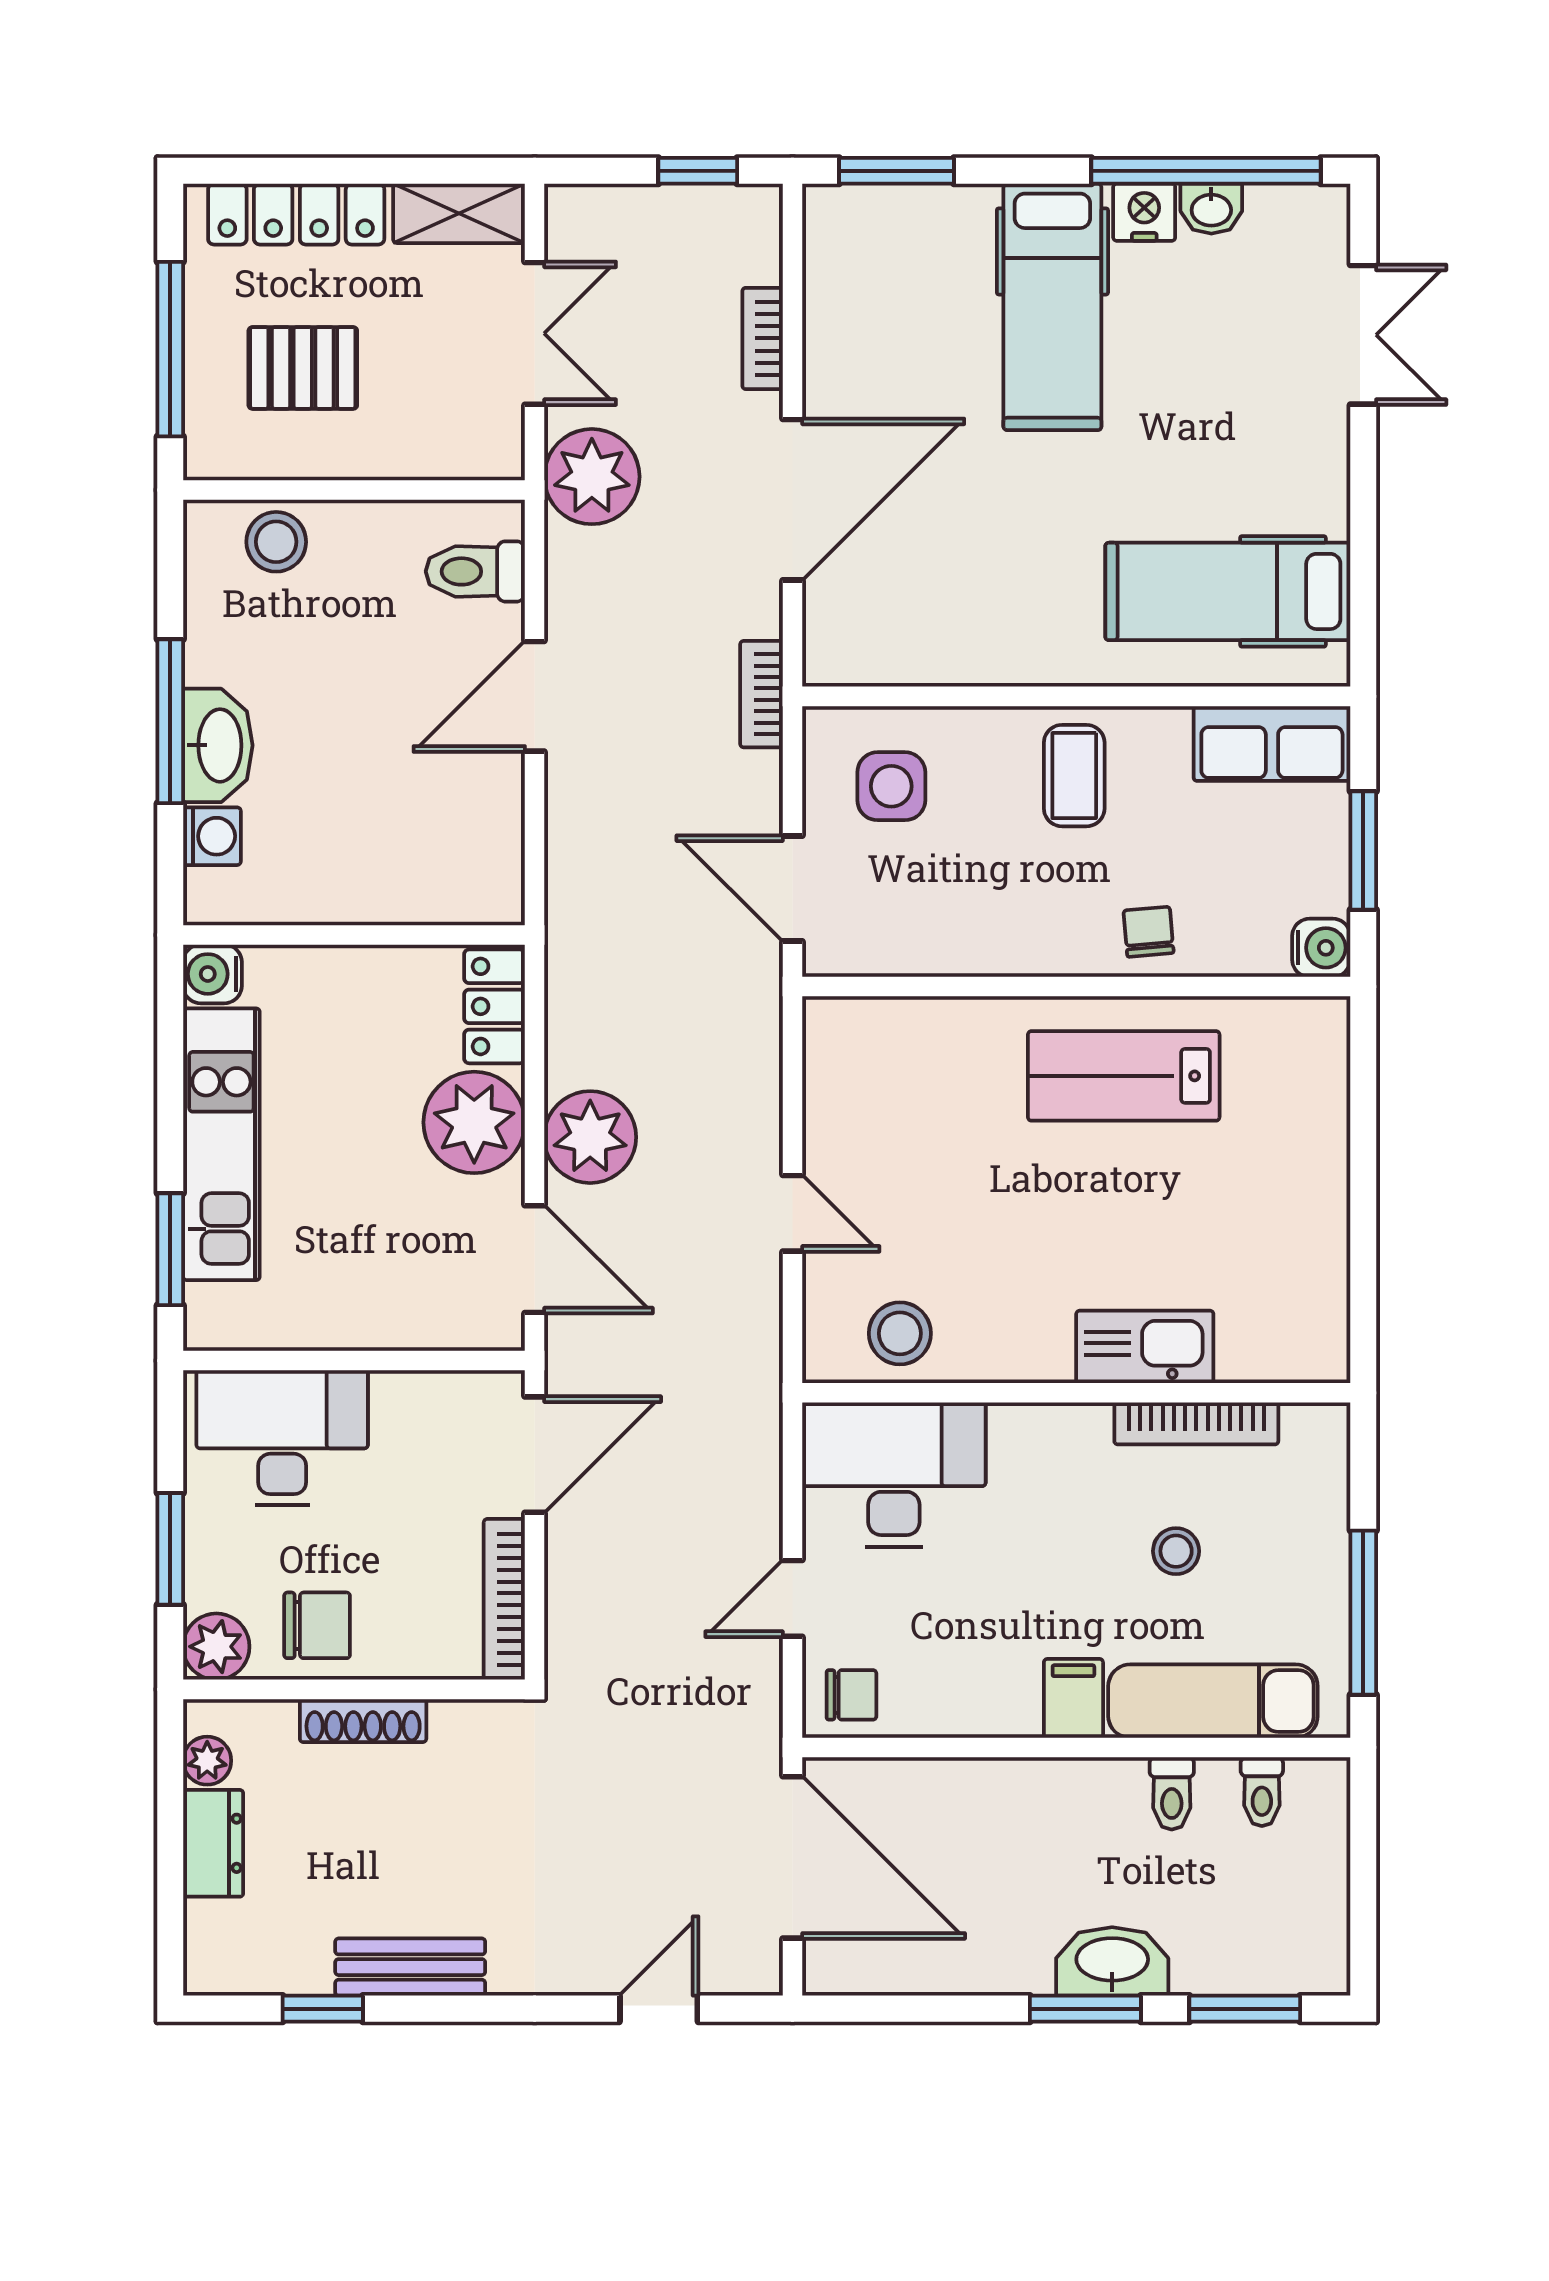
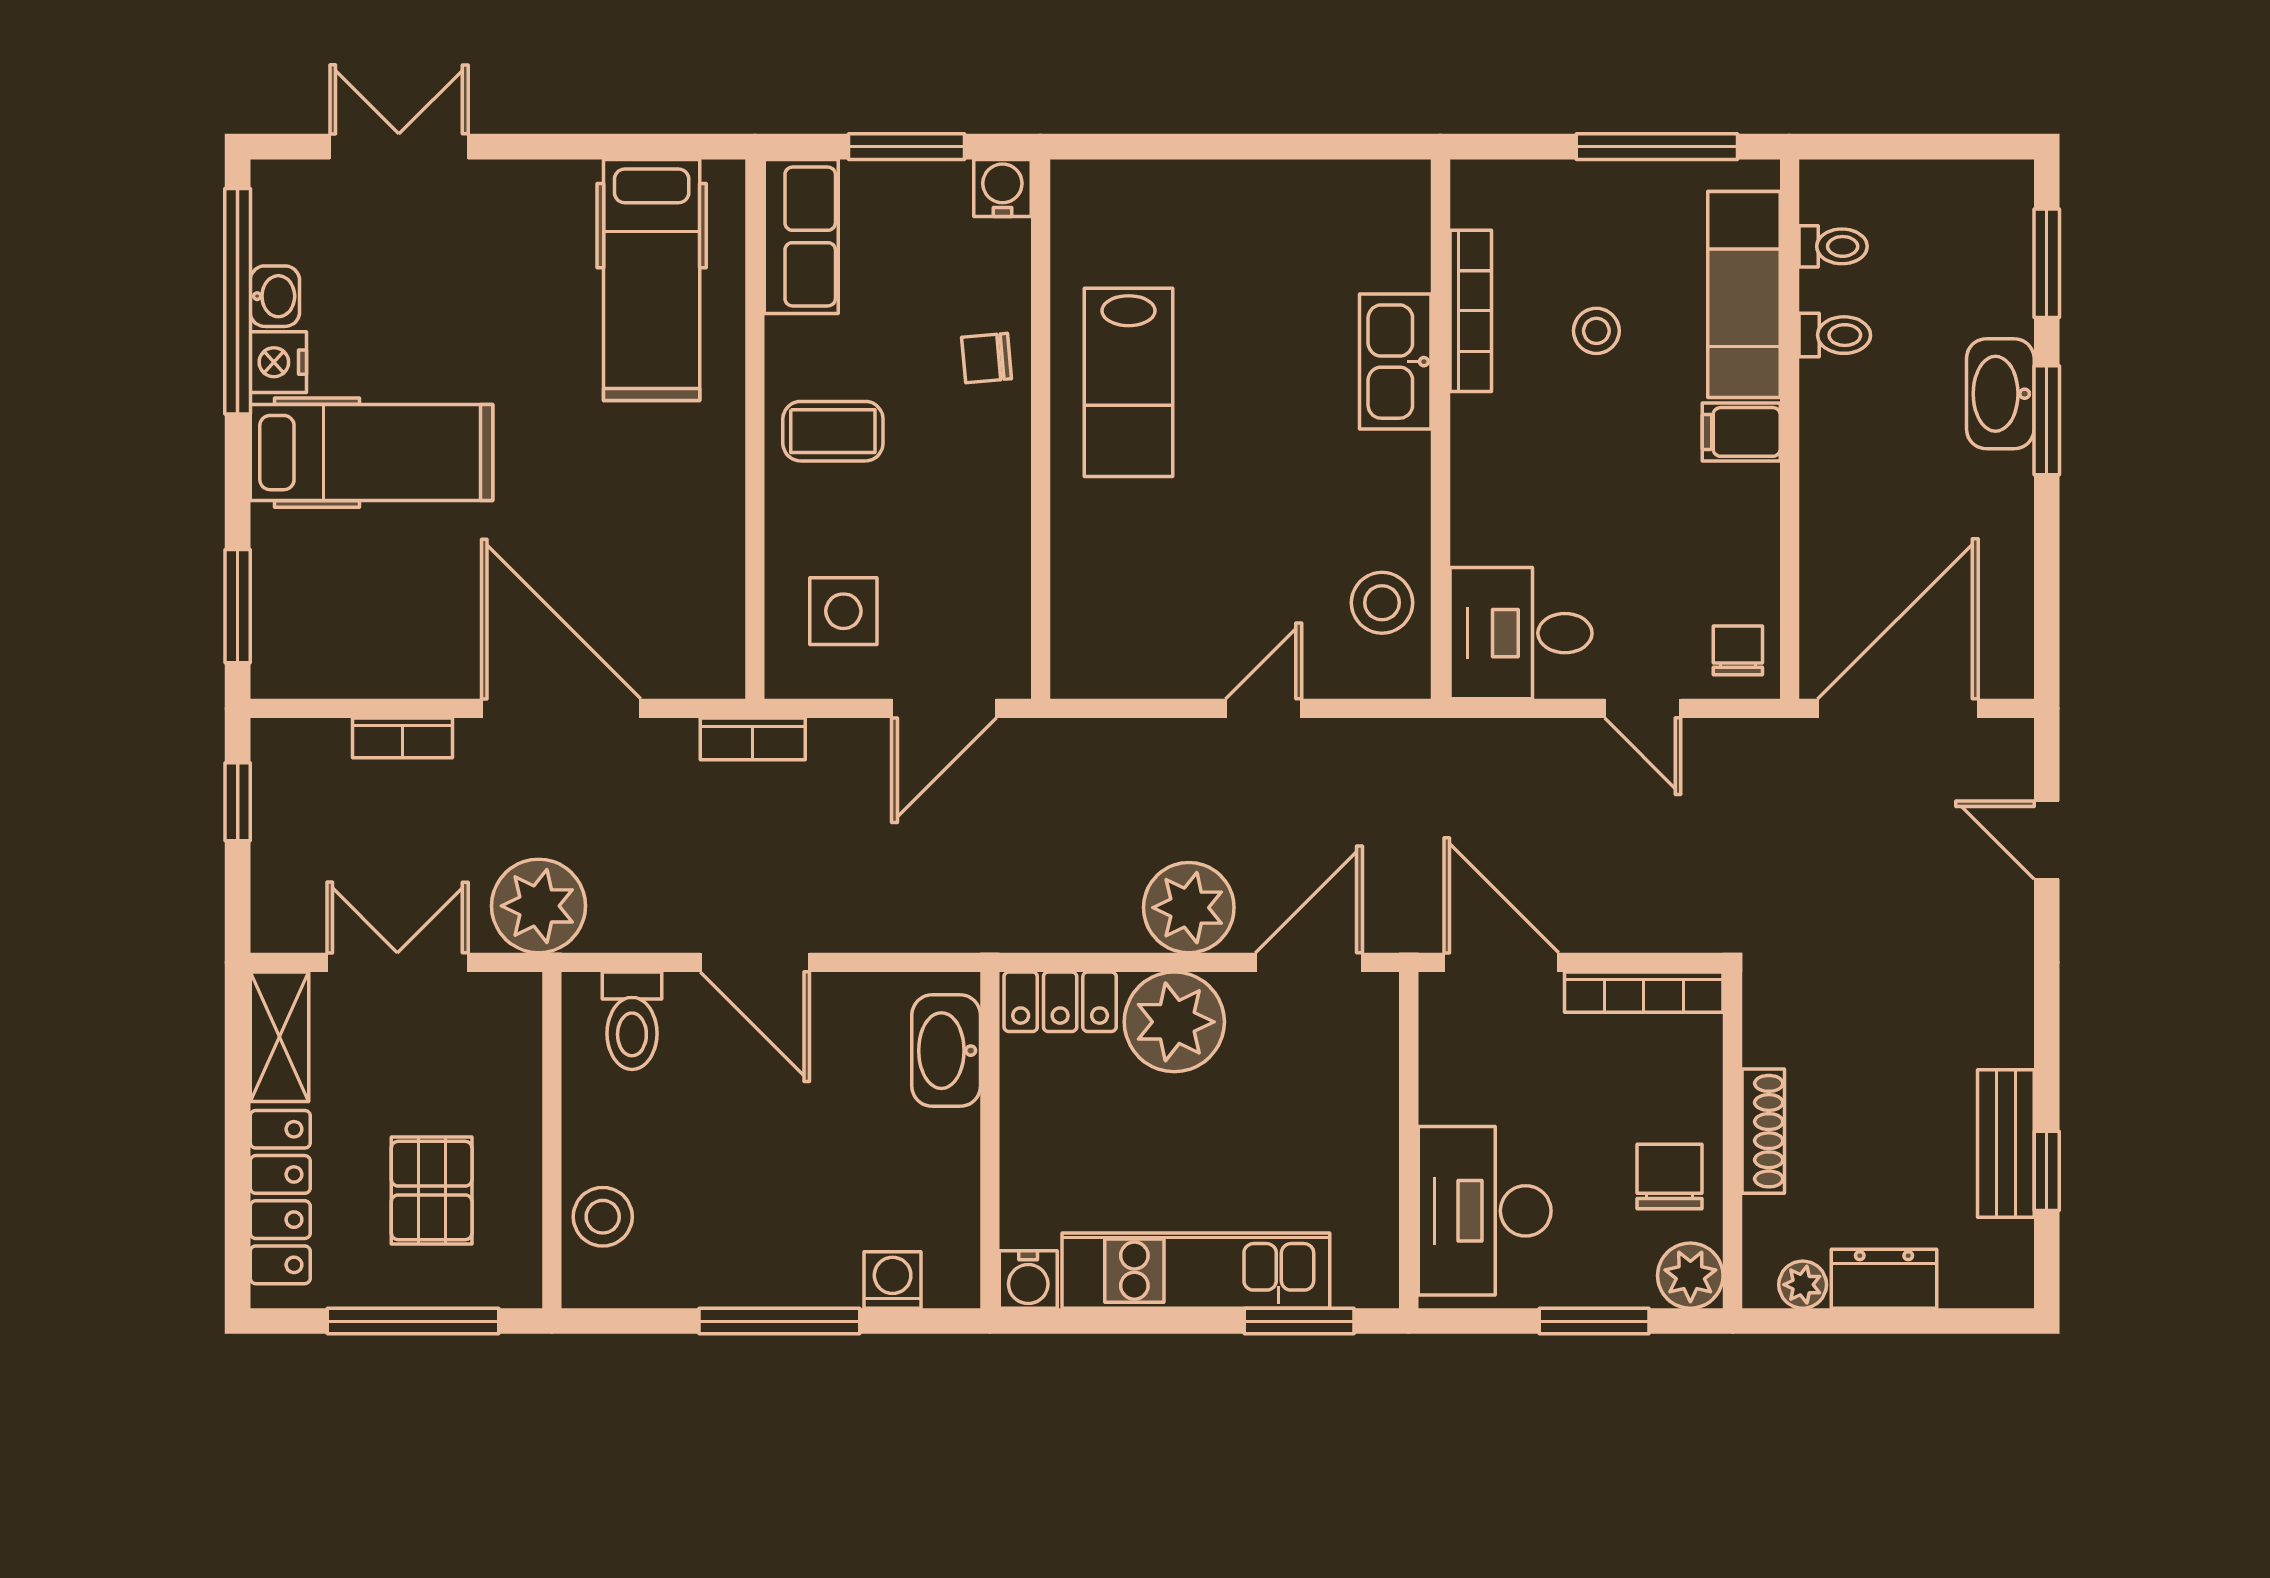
washbasin: (218, 745) -> (946, 1051), moved, turned -90
desk: (894, 1475) -> (1521, 633), width x0.73
bench: (410, 1967) -> (2006, 1143), moved

